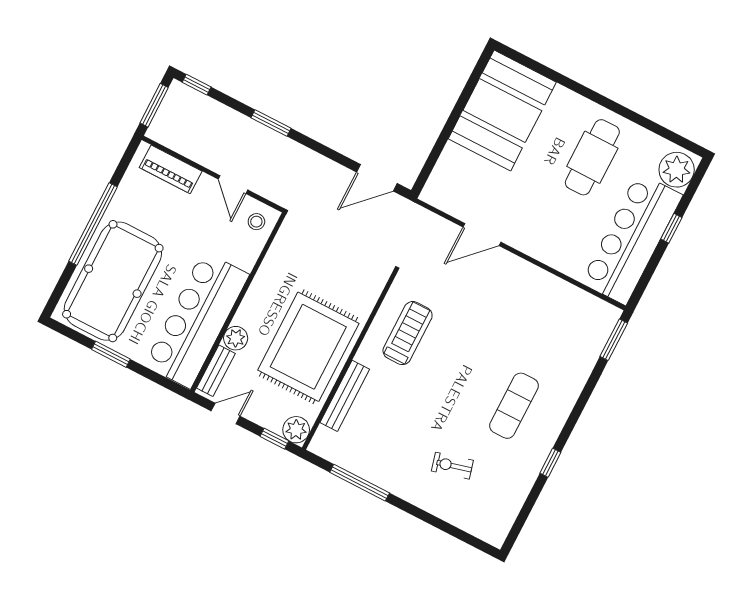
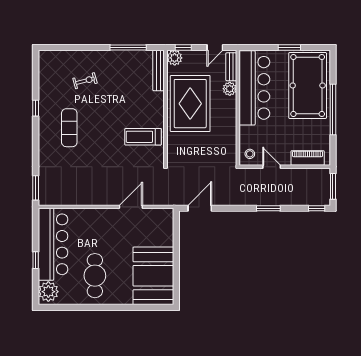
treadmill: (408, 333) -> (143, 137), turned 90
bench: (345, 396) -> (159, 70), moved

